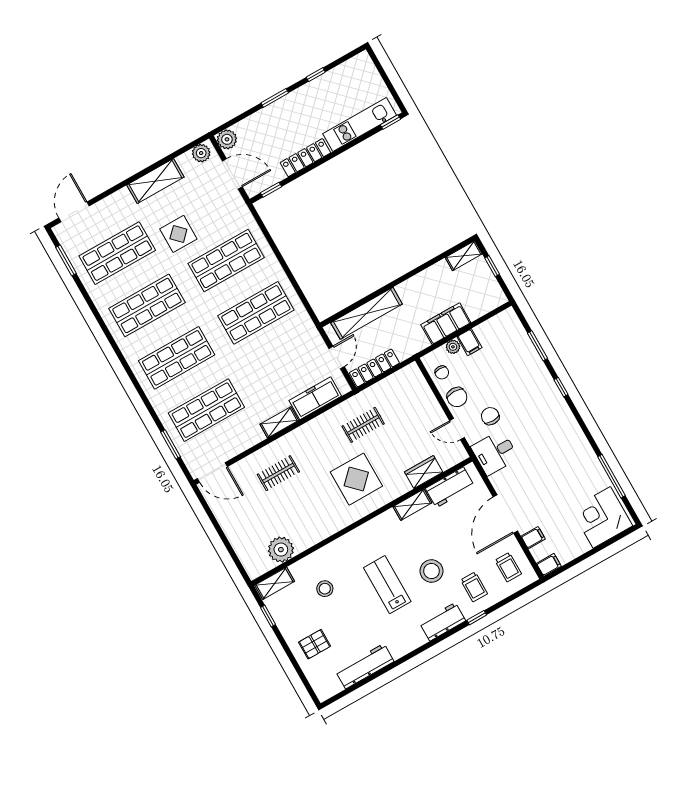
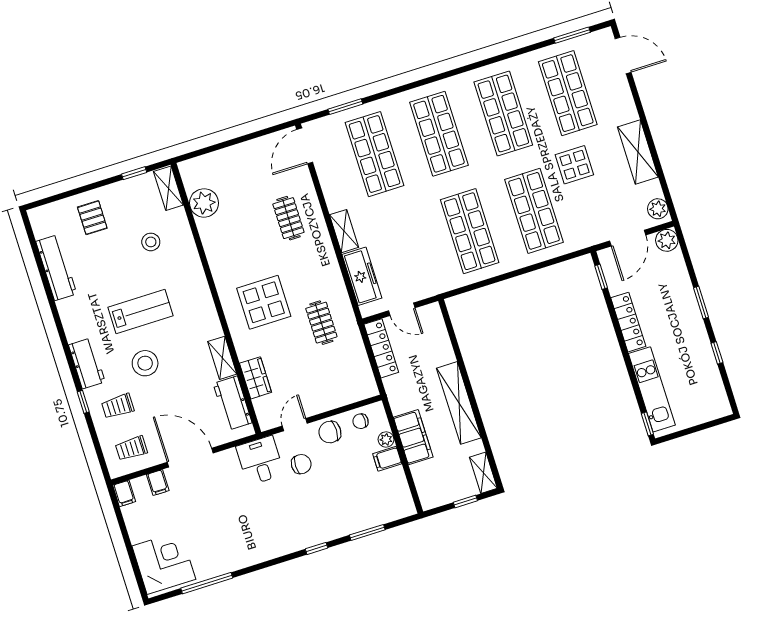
shelving: (367, 313) -> (459, 403), moved

